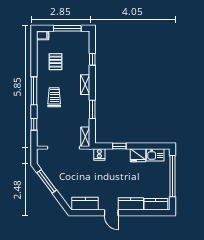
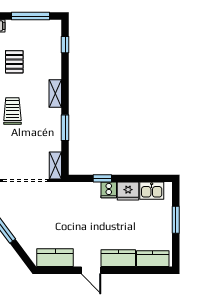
window: (92, 59) -> (65, 45), moved
cooker: (99, 154) -> (109, 190), moved
window: (173, 176) -> (176, 220), width x0.47

